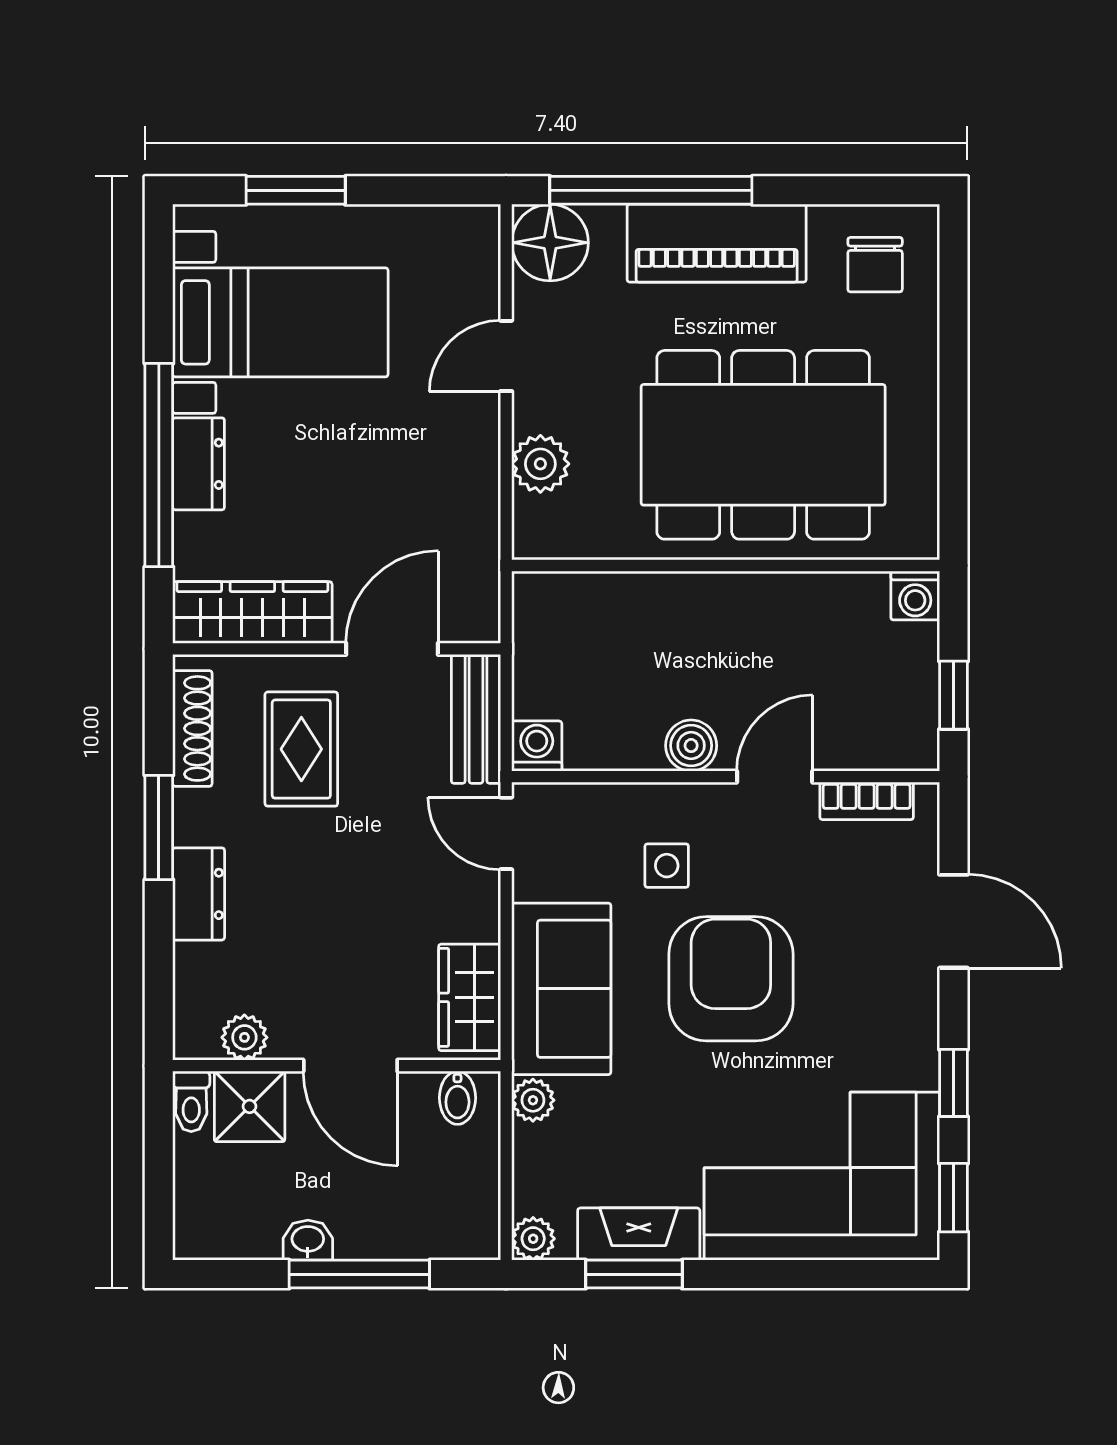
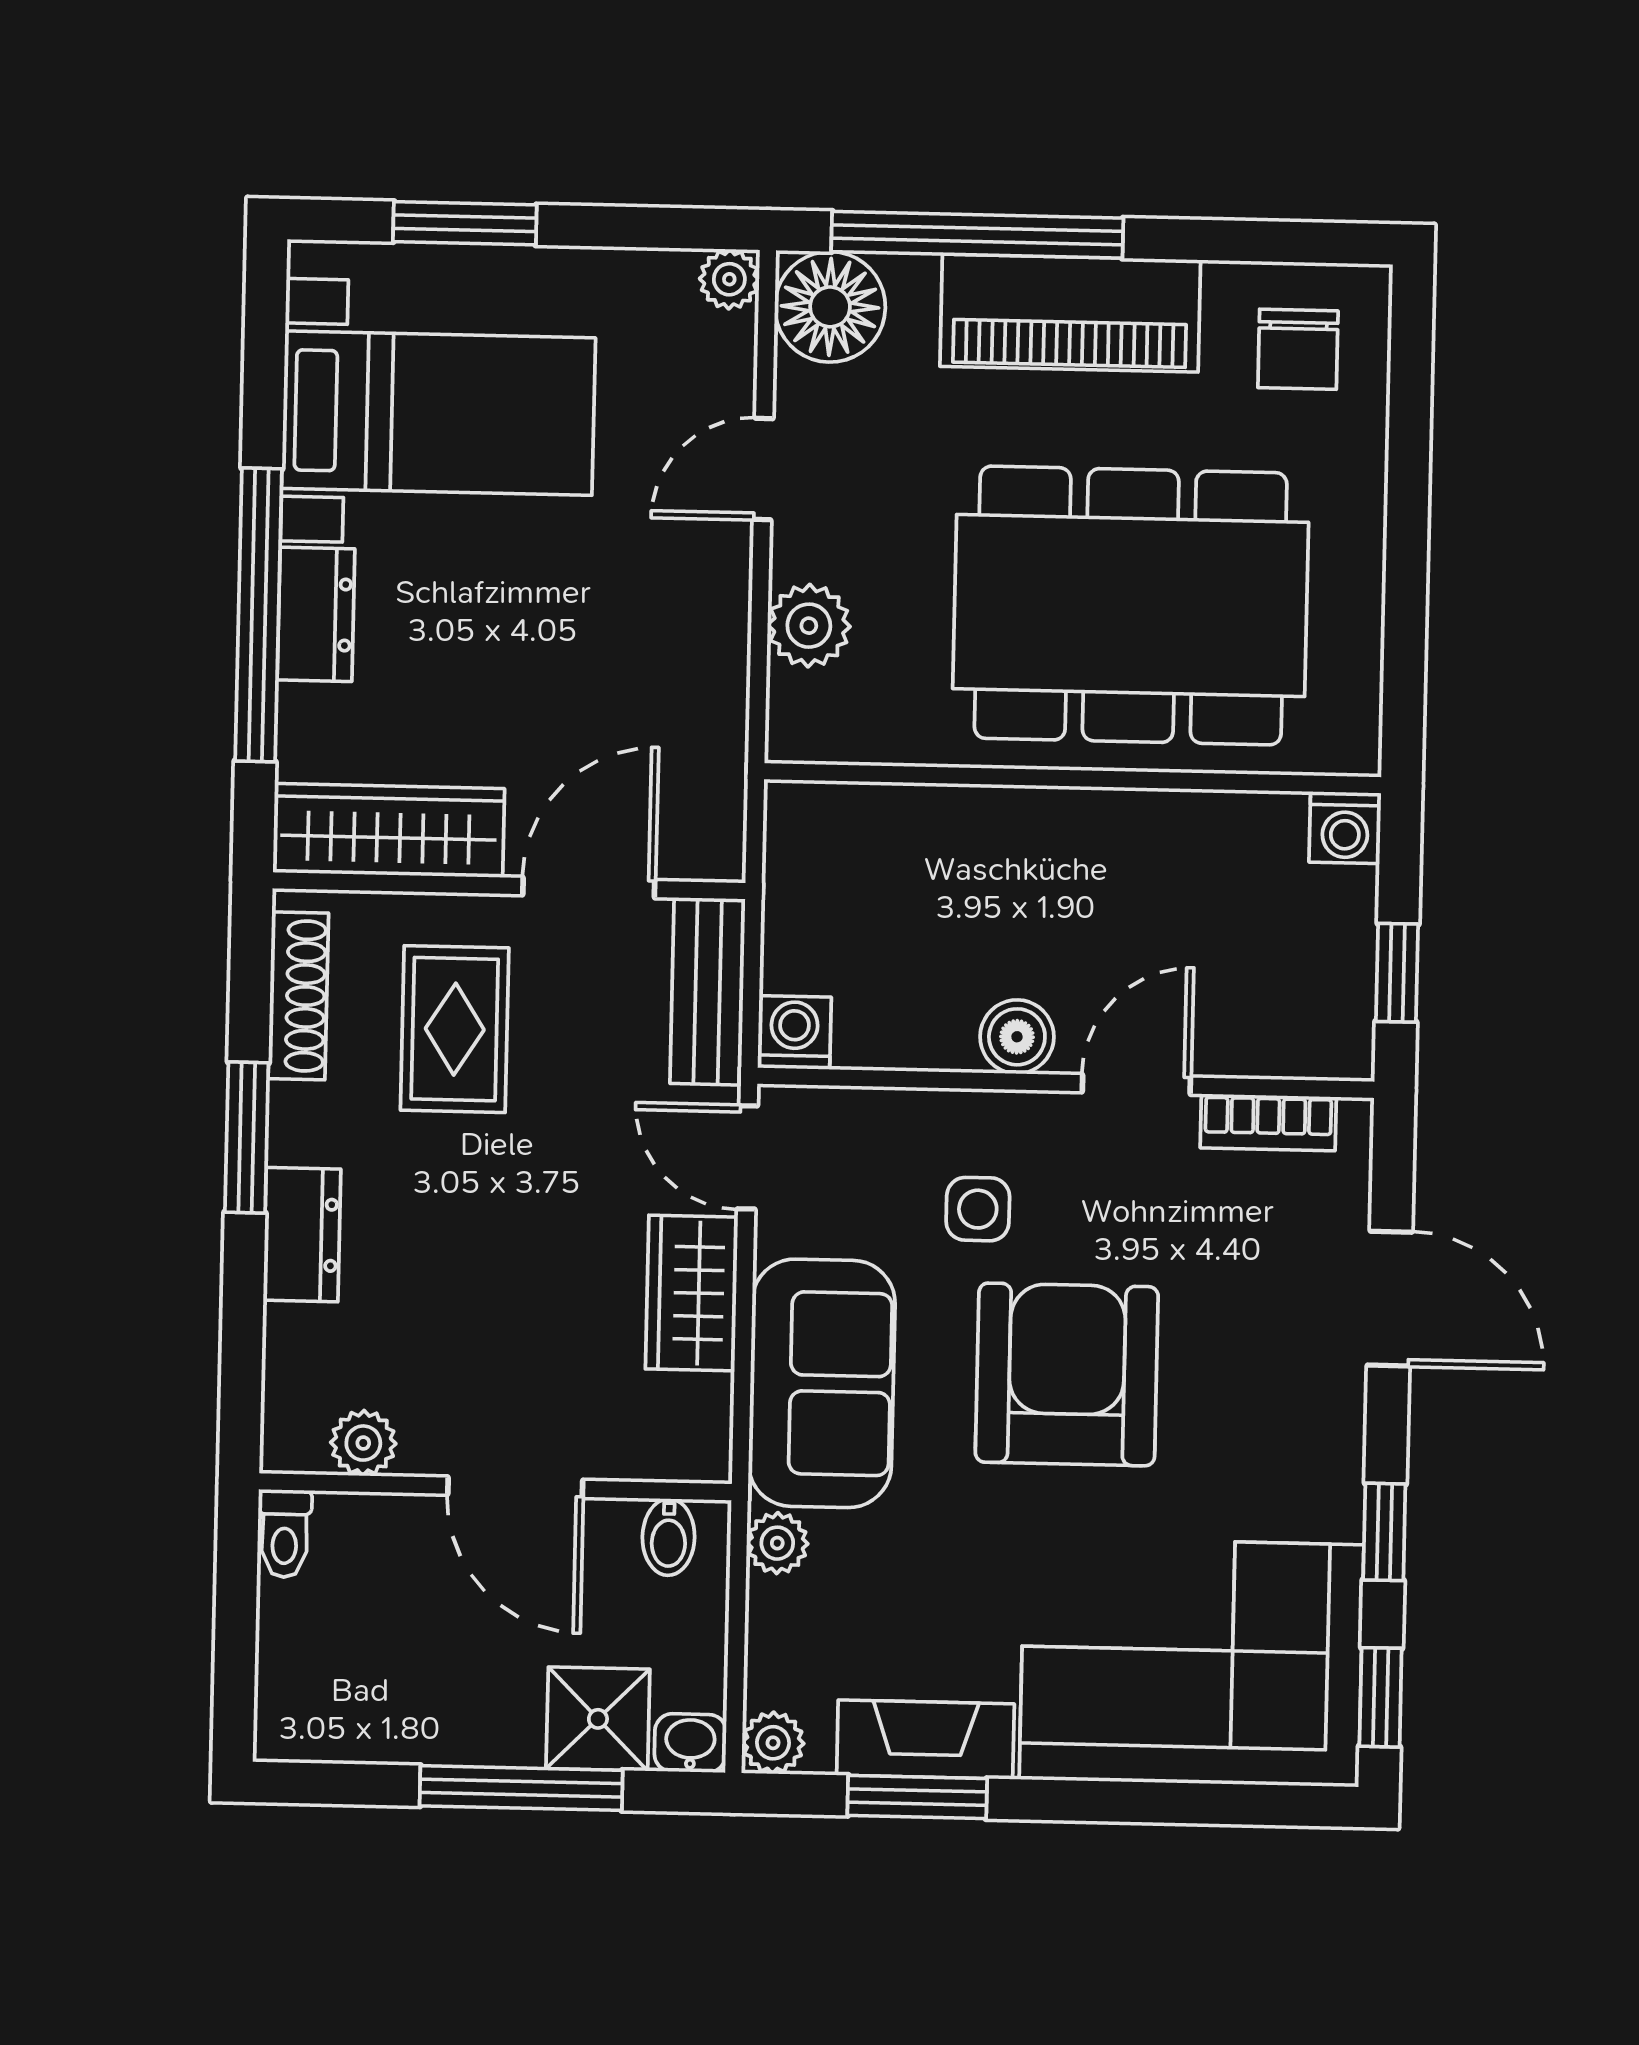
plant: (480, 225) -> (729, 279), added
wardrobe: (470, 997) -> (692, 1293), moved
shower: (250, 1106) -> (598, 1719), moved
washbasin: (308, 1240) -> (690, 1743), moved

